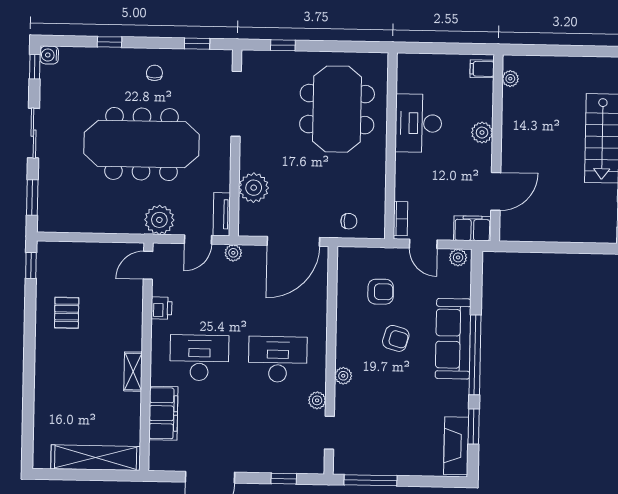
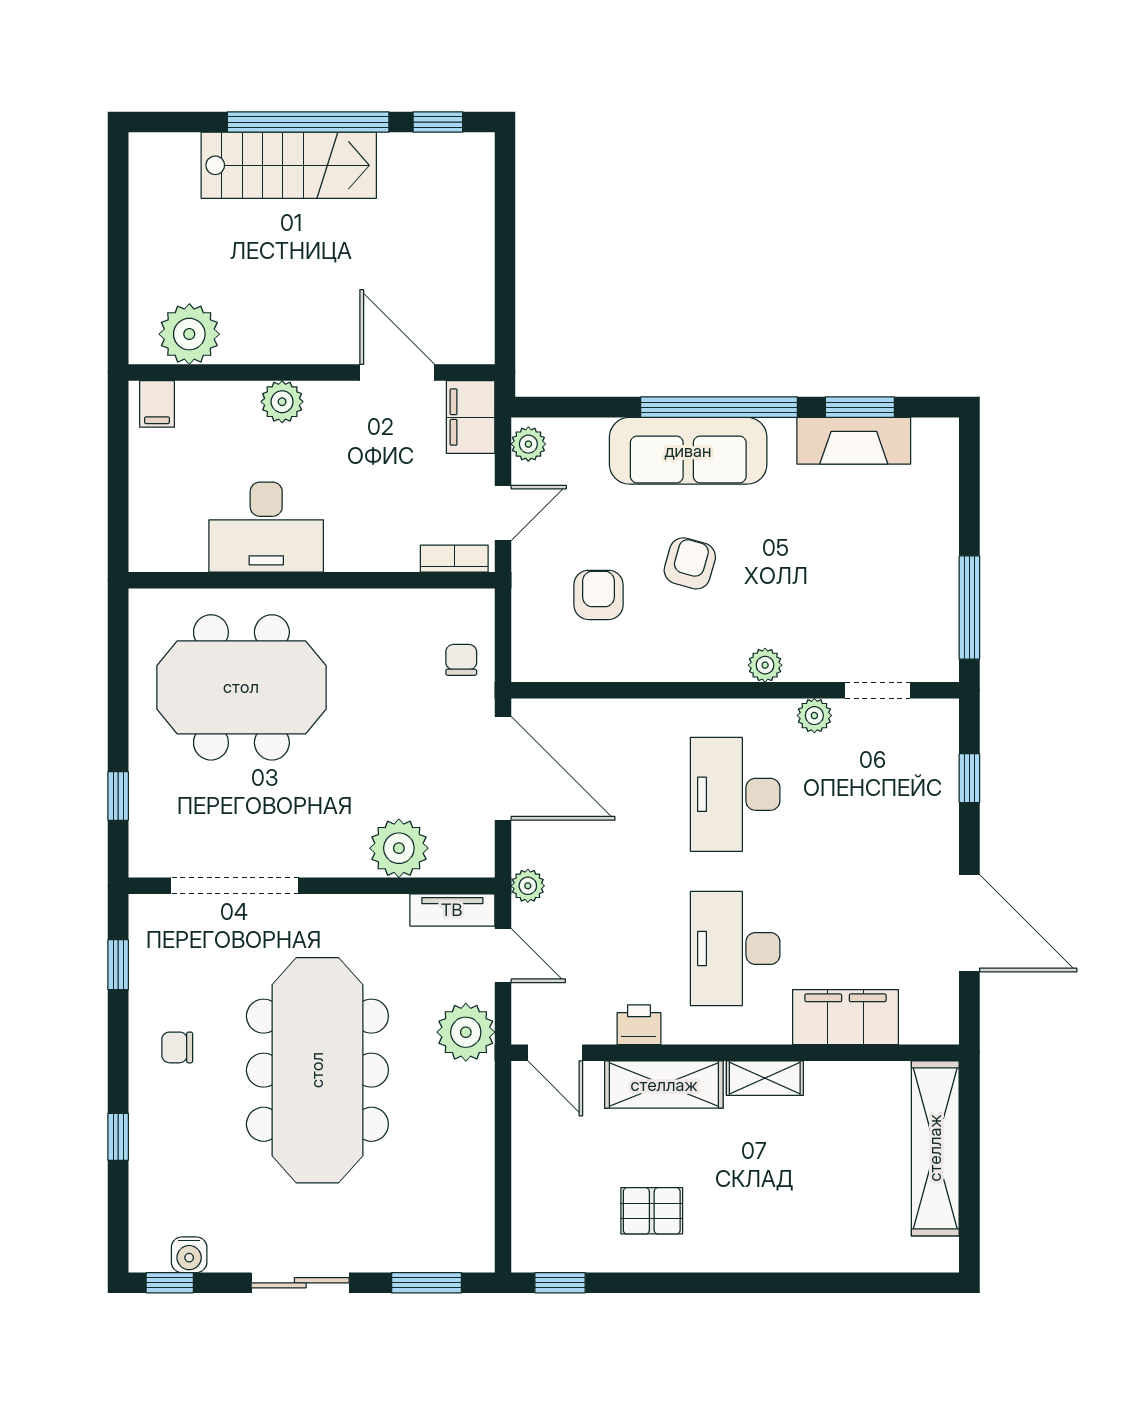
water cooler: (49, 55) -> (189, 1255), moved
plant: (510, 79) -> (189, 334), width x1.88, depth x1.88
shelving: (131, 320) -> (664, 1085), added
fireplace: (456, 446) -> (854, 441), moved

